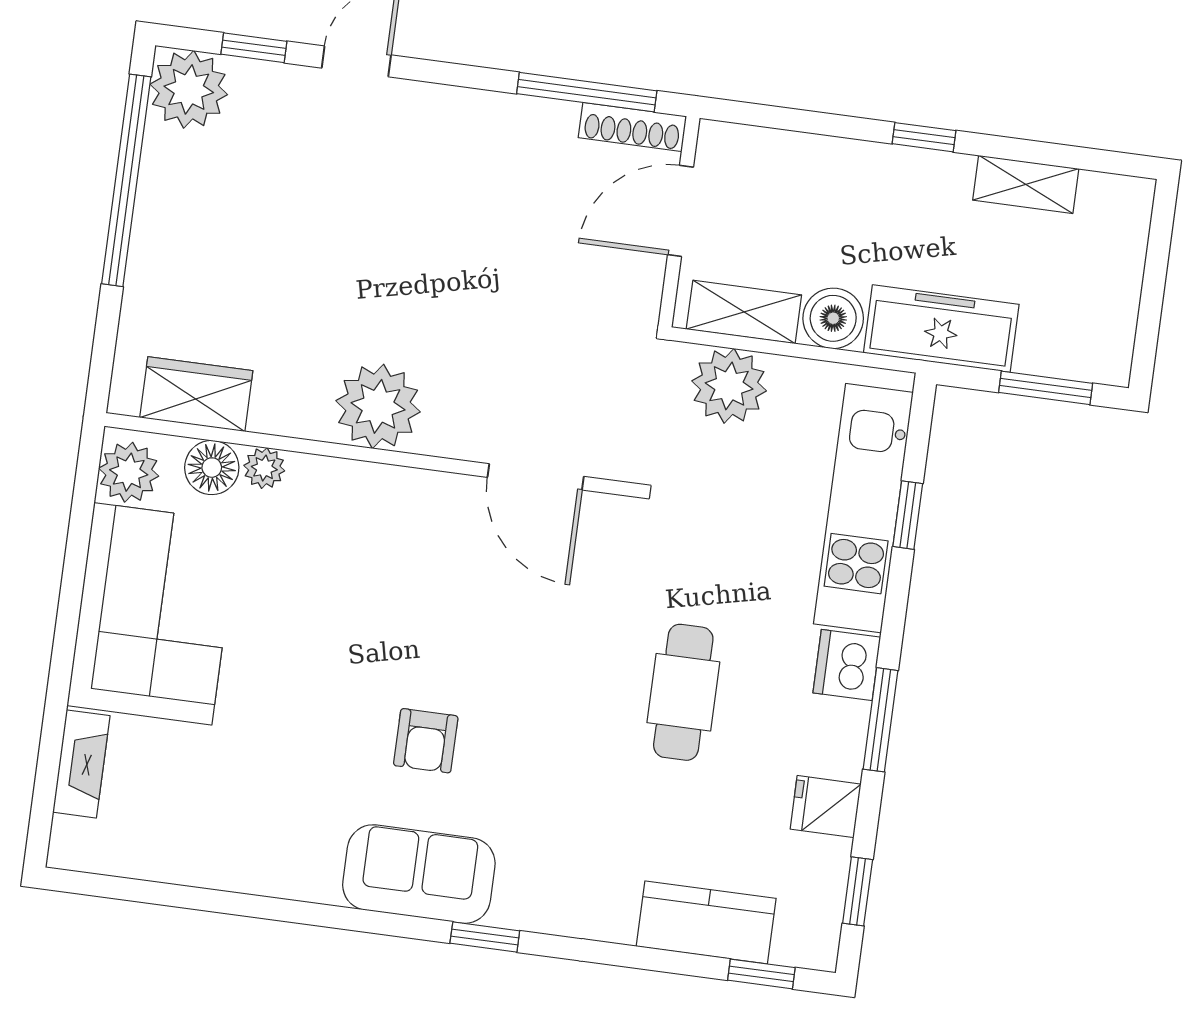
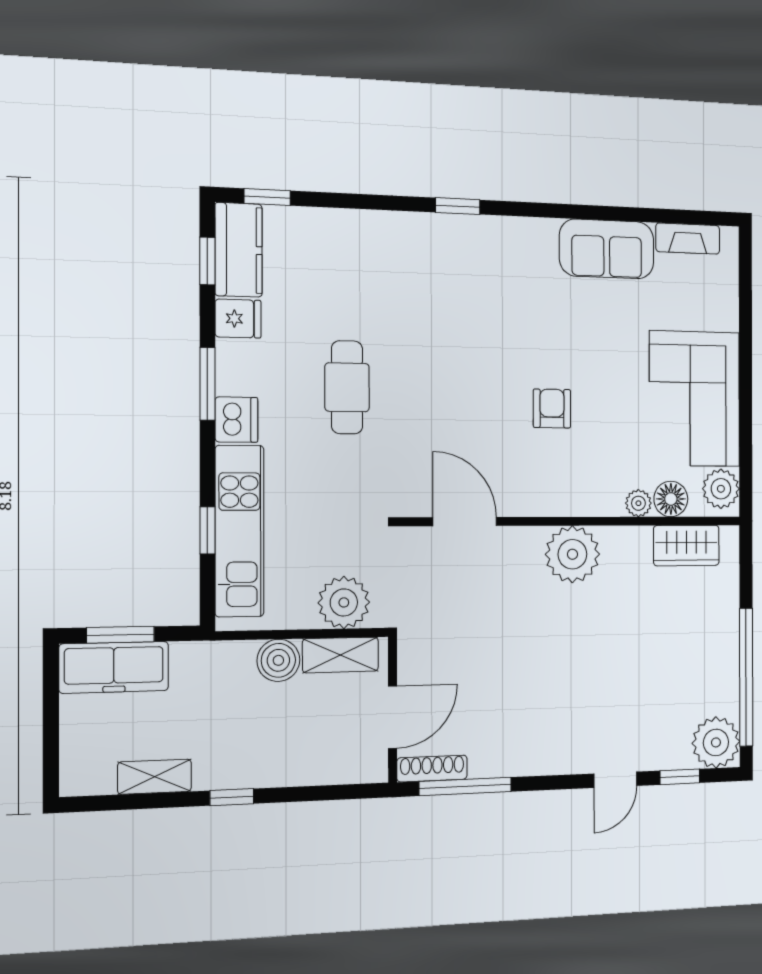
freezer: (941, 329) -> (114, 667), moved
armchair: (426, 741) -> (552, 408), moved
fireplace: (81, 764) -> (688, 239), moved, turned -90
sofa: (419, 874) -> (607, 249), moved
kitchen counter: (706, 922) -> (239, 250), moved, turned -90

